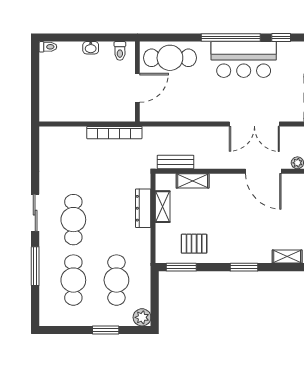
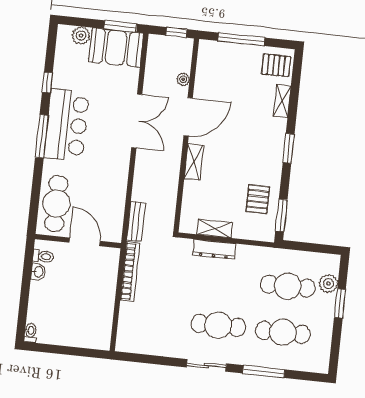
window: (231, 38) -> (42, 136), width x0.68
washbasin: (91, 48) -> (38, 272), moved
bench: (175, 162) -> (136, 222), moved
shelving: (193, 181) -> (194, 162), moved
plant: (142, 317) -> (328, 284), moved

